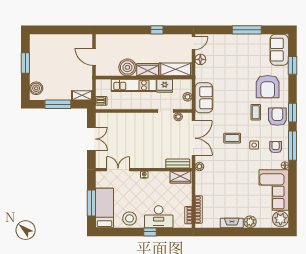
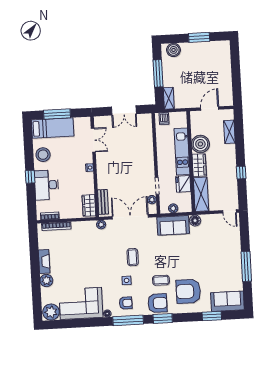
shelving: (117, 39) -> (229, 132), added
floor lamp: (200, 59) -> (195, 221), moved
double door: (193, 138) -> (130, 217), swing flipped

